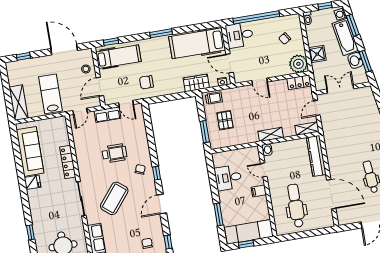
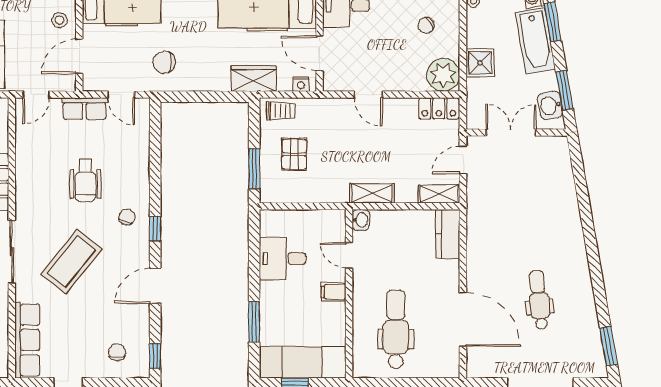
washbasin: (355, 60) -> (550, 105), moved
wheelchair: (114, 153) -> (85, 180), turned 90
kitchen counter: (316, 156) -> (448, 234), width x0.67

